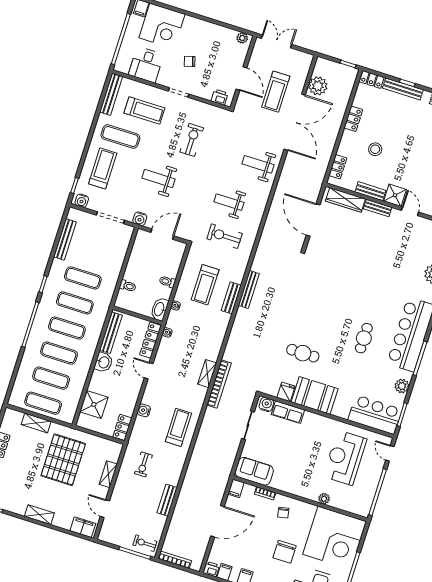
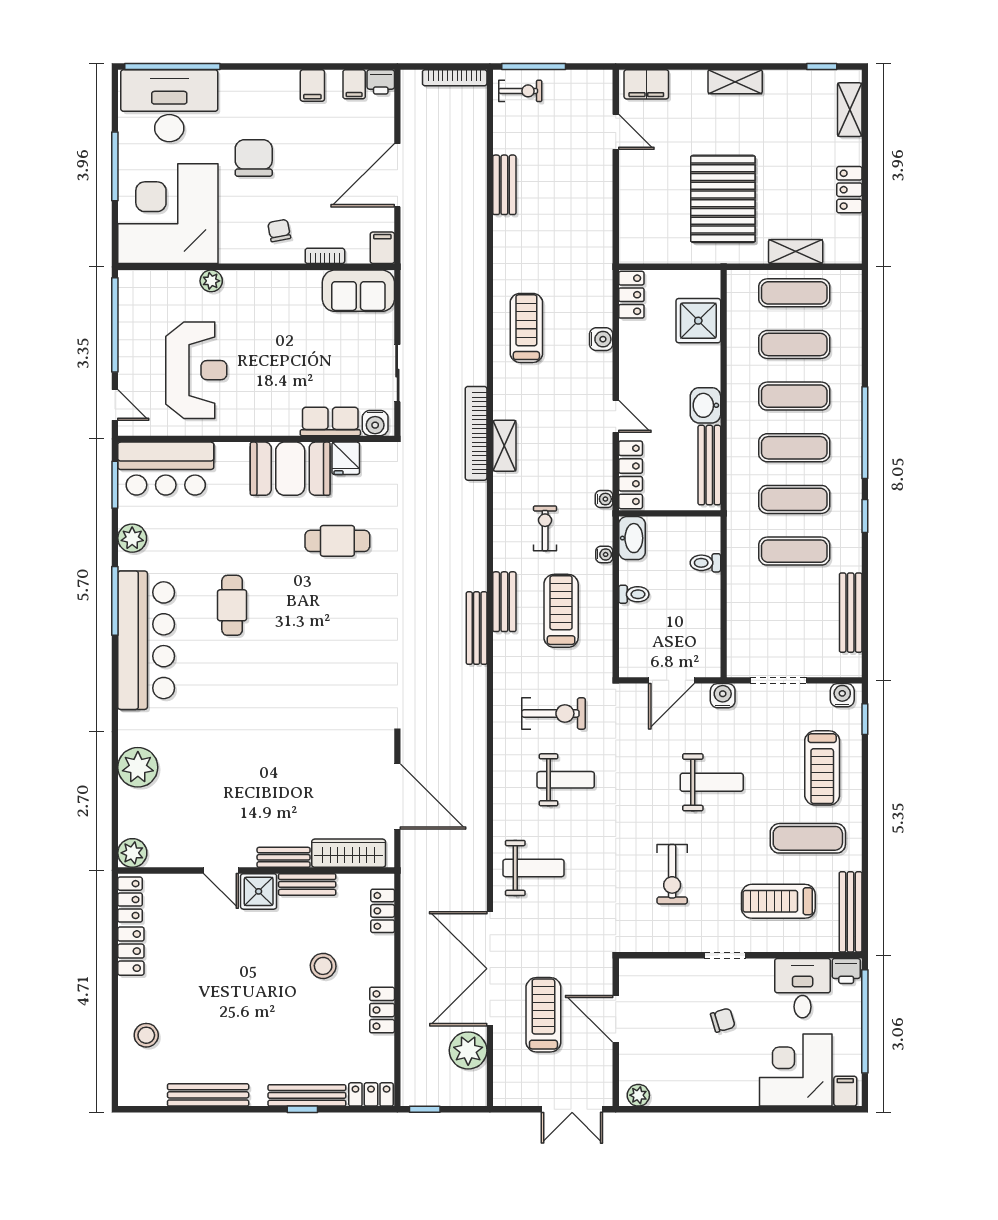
printer: (220, 97) -> (846, 971), moved
treadmill: (178, 427) -> (526, 328), turned 180
exercise bike: (143, 464) -> (545, 528), moved
shelving: (108, 474) -> (630, 199), removed

